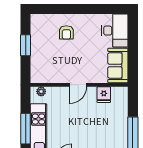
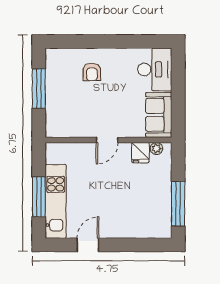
window: (26, 45) -> (39, 89), width x1.44
plant: (41, 91) -> (156, 149), moved

